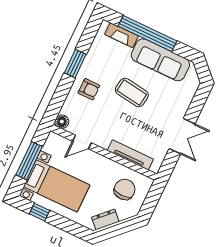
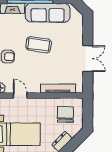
door: (82, 142) -> (20, 95), swing flipped

